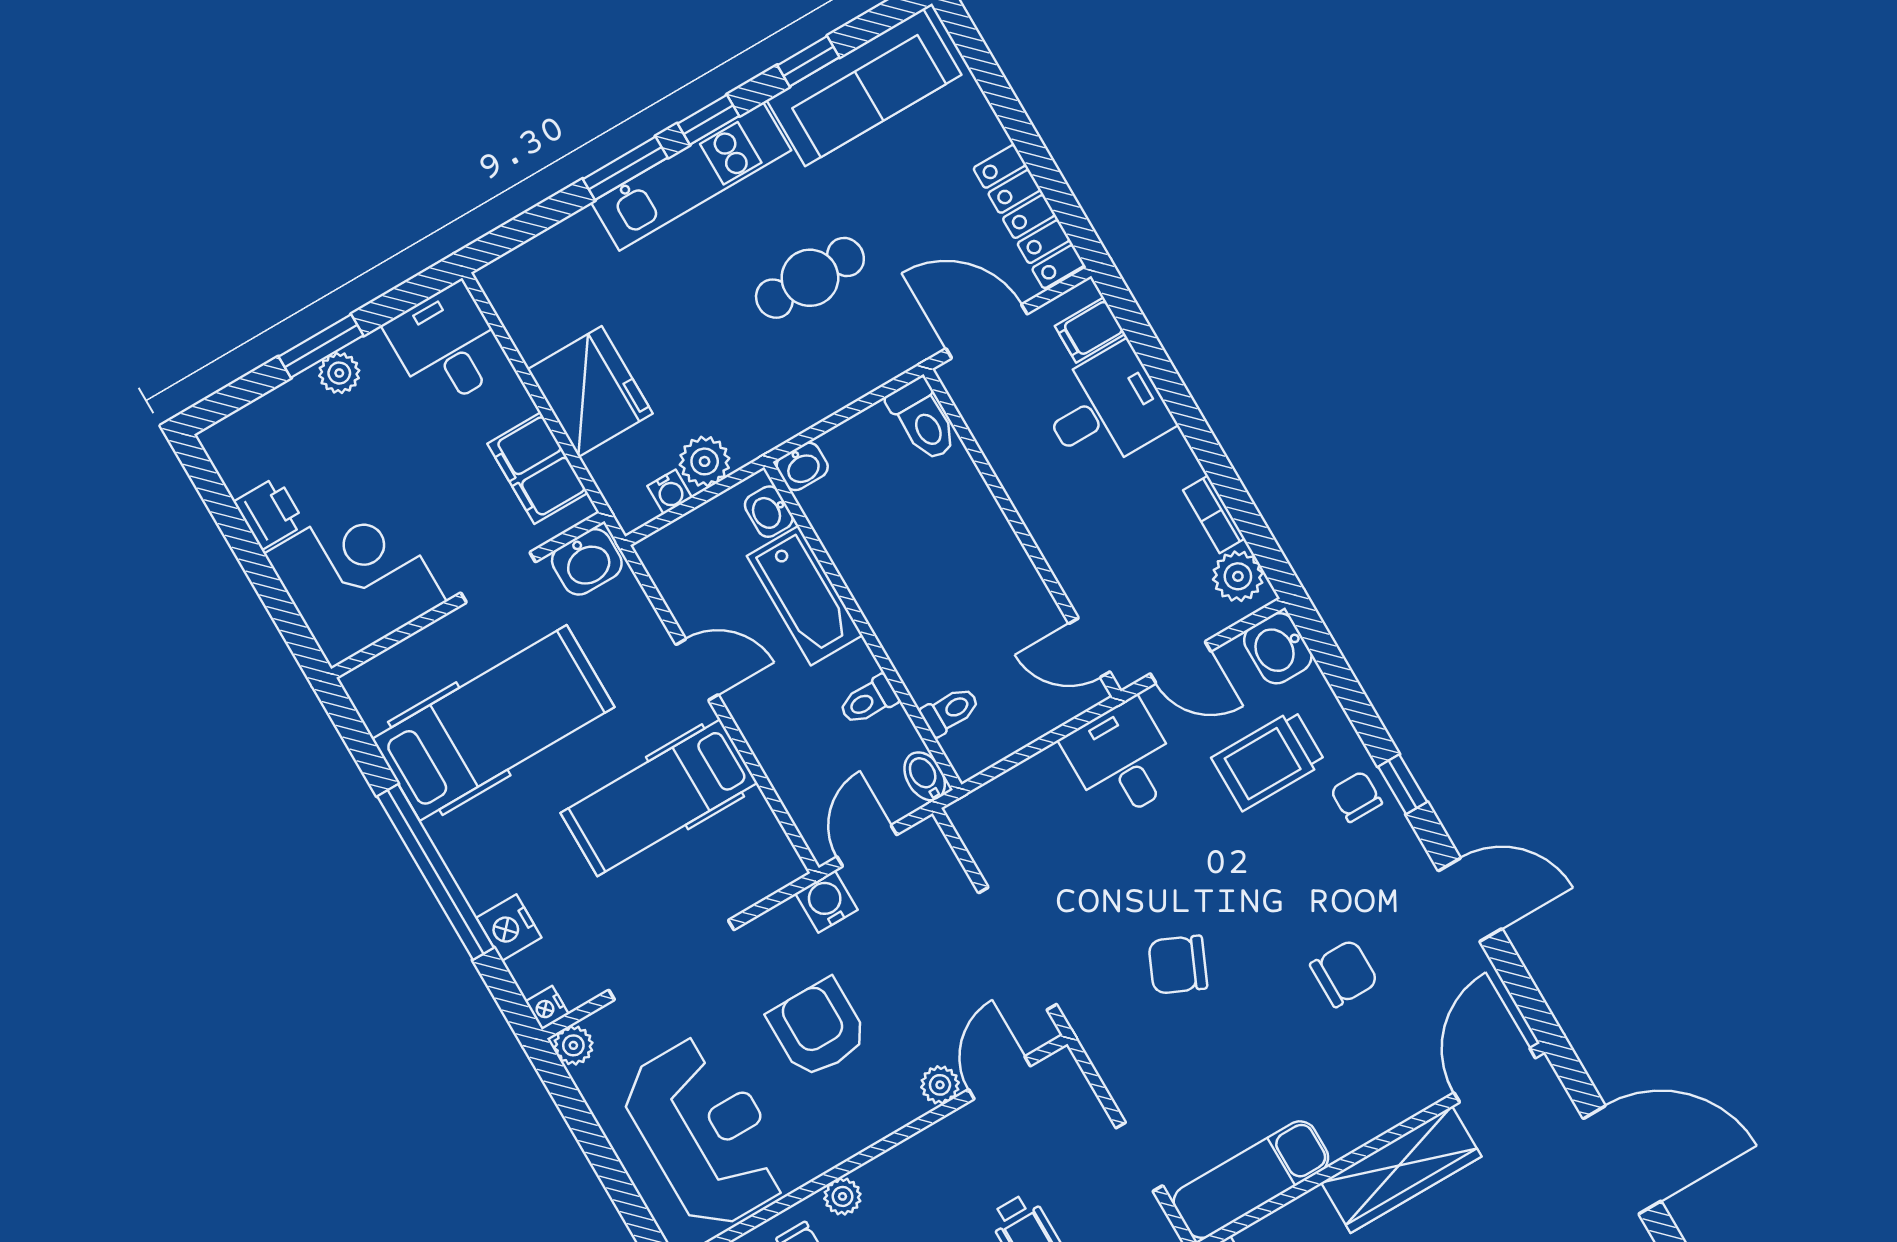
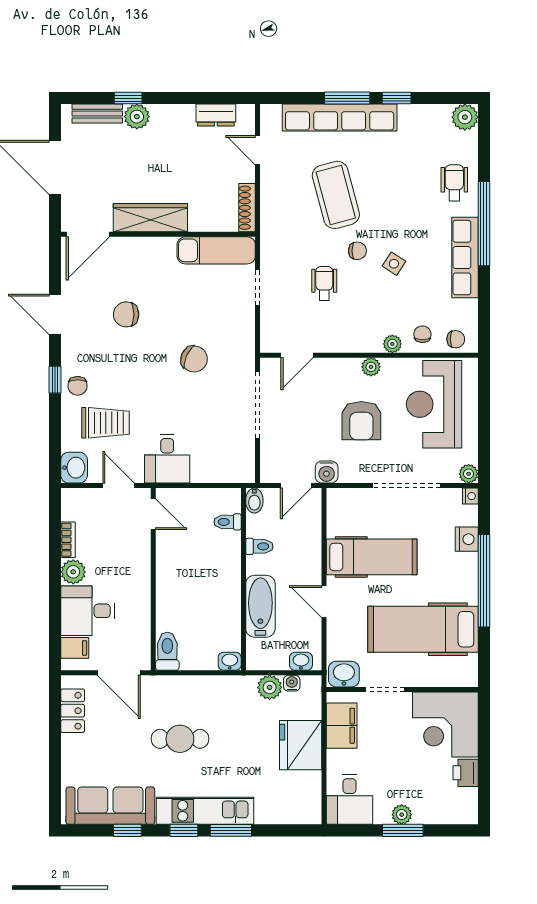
locker: (1029, 217) -> (73, 711), width x0.66
washbasin: (769, 512) -> (301, 661), moved, turned -90
plant: (1238, 576) -> (73, 572), moved
plant: (940, 1085) -> (371, 367), moved

